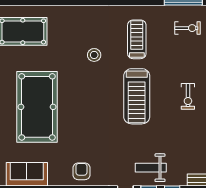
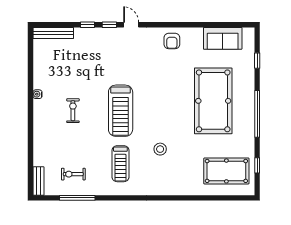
treadmill: (137, 96) -> (121, 111), turned 180
weight bench: (151, 168) -> (107, 44), removed

